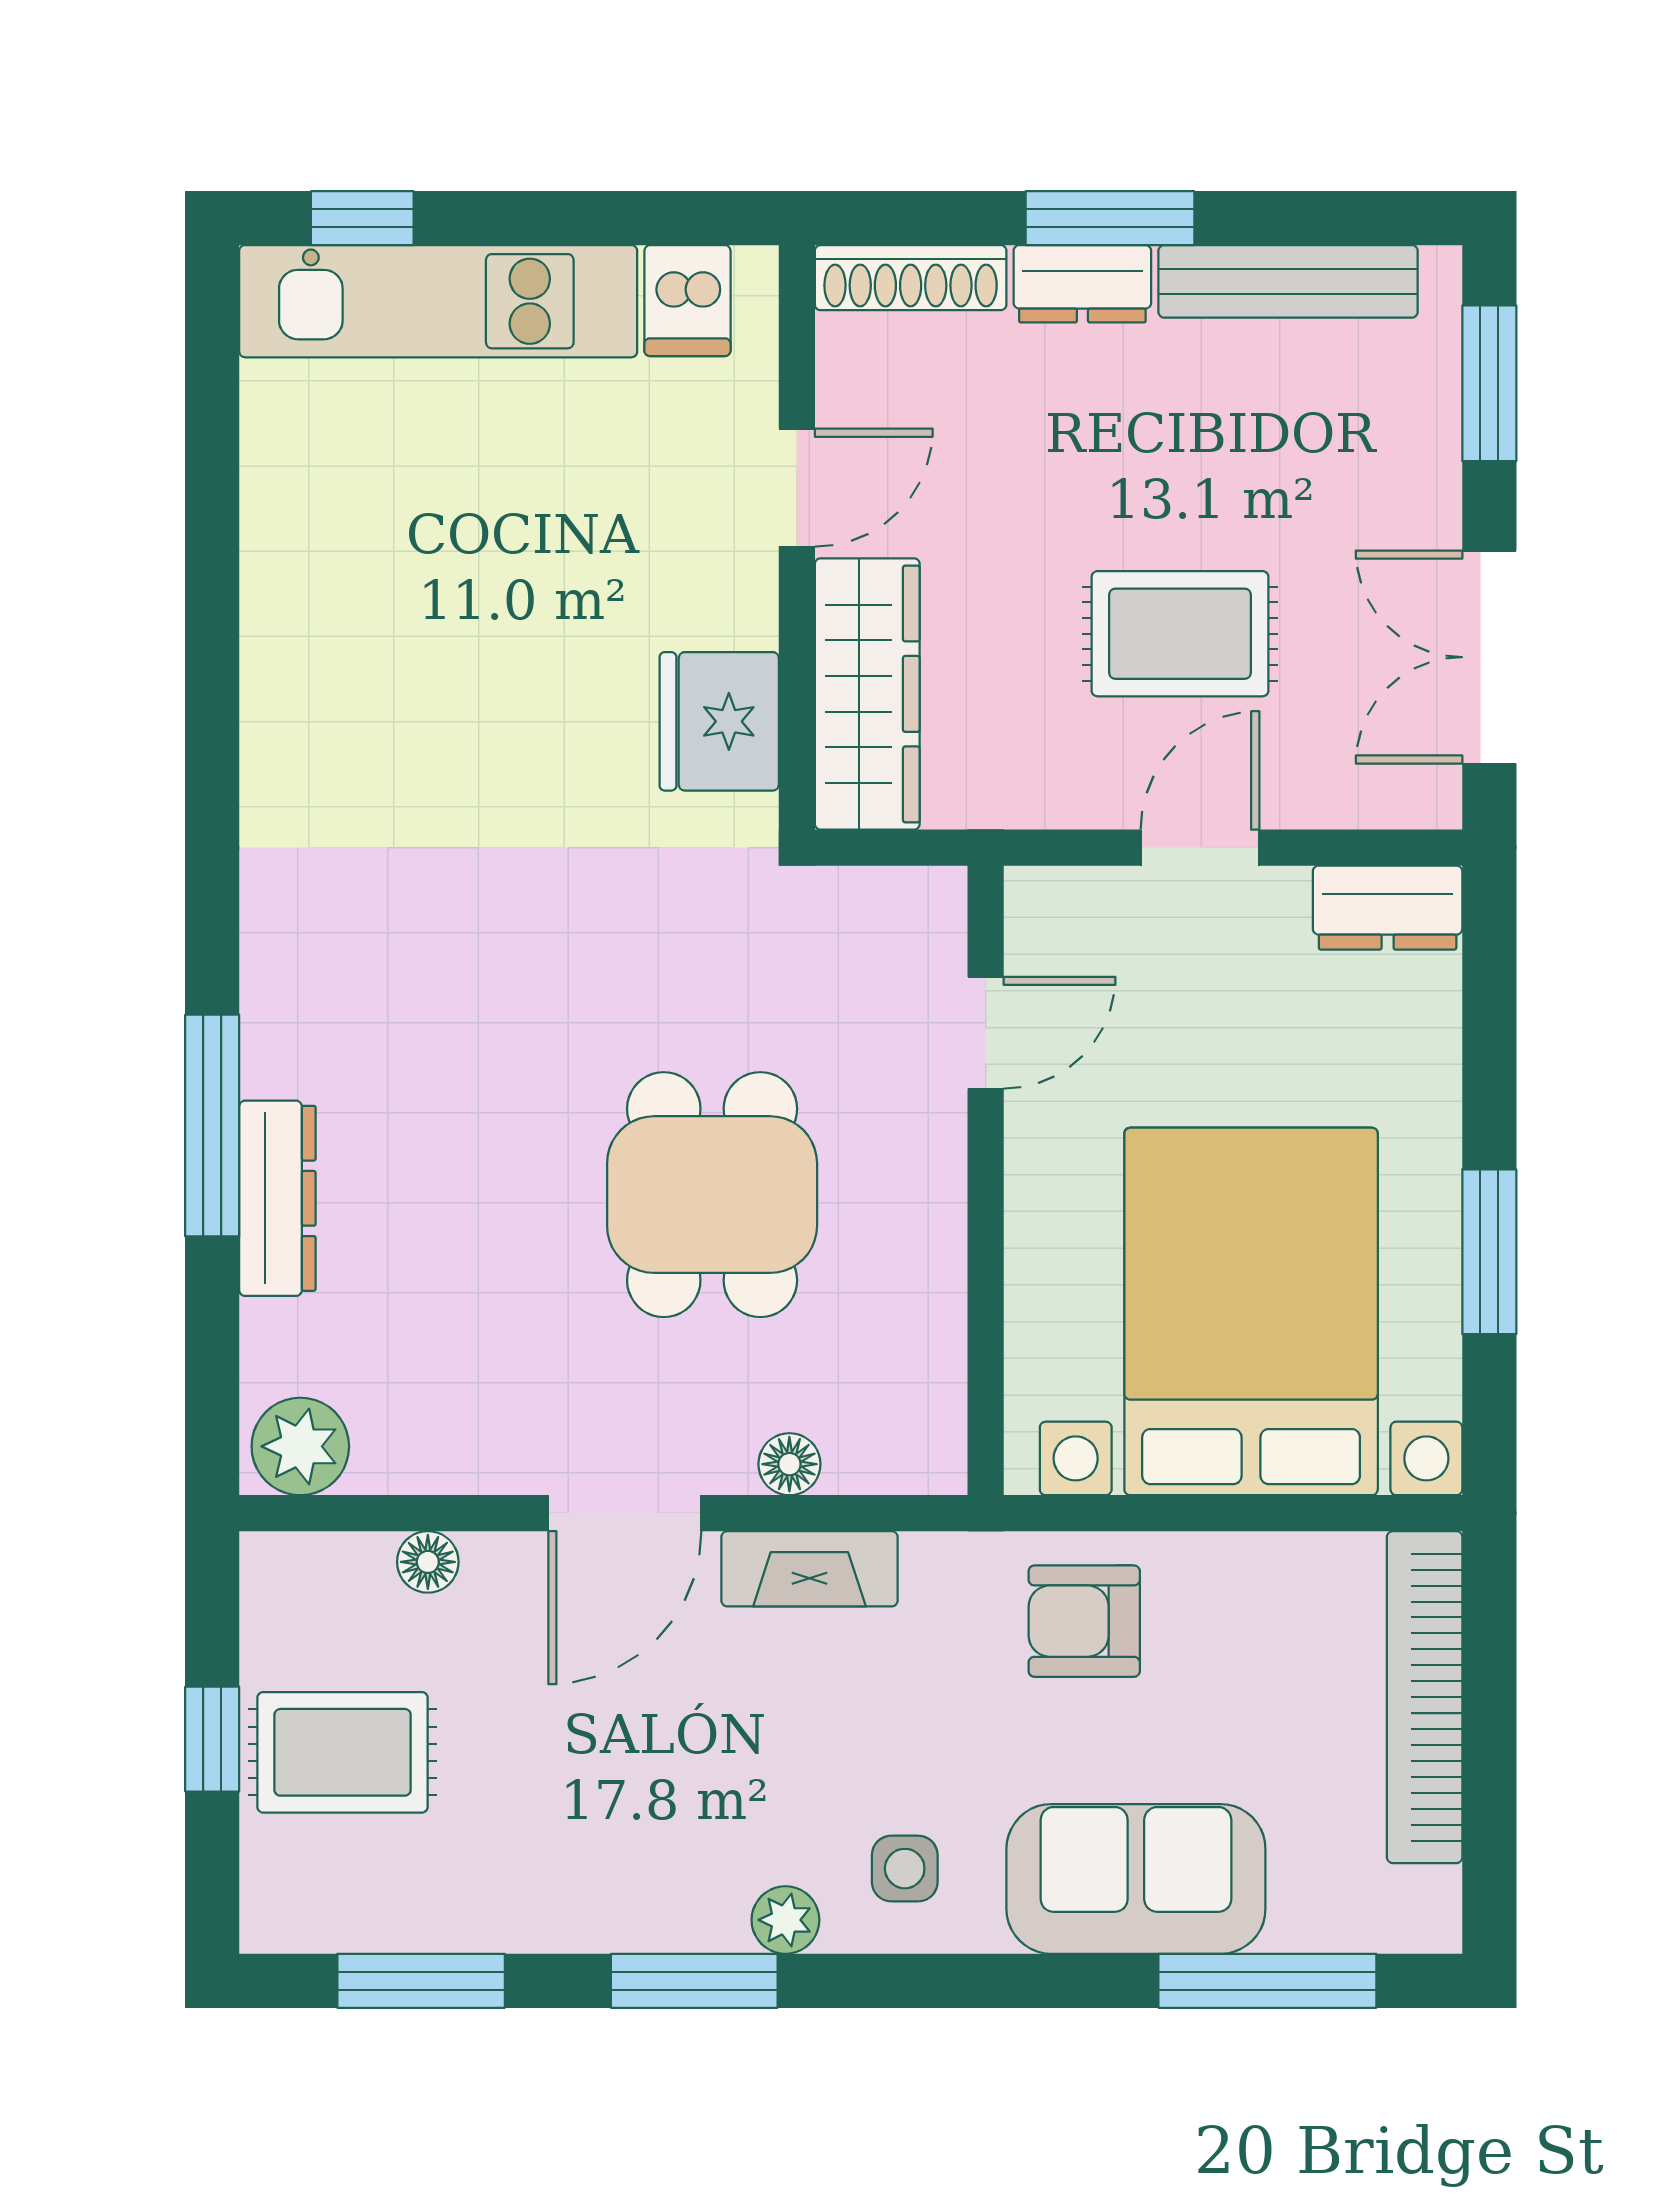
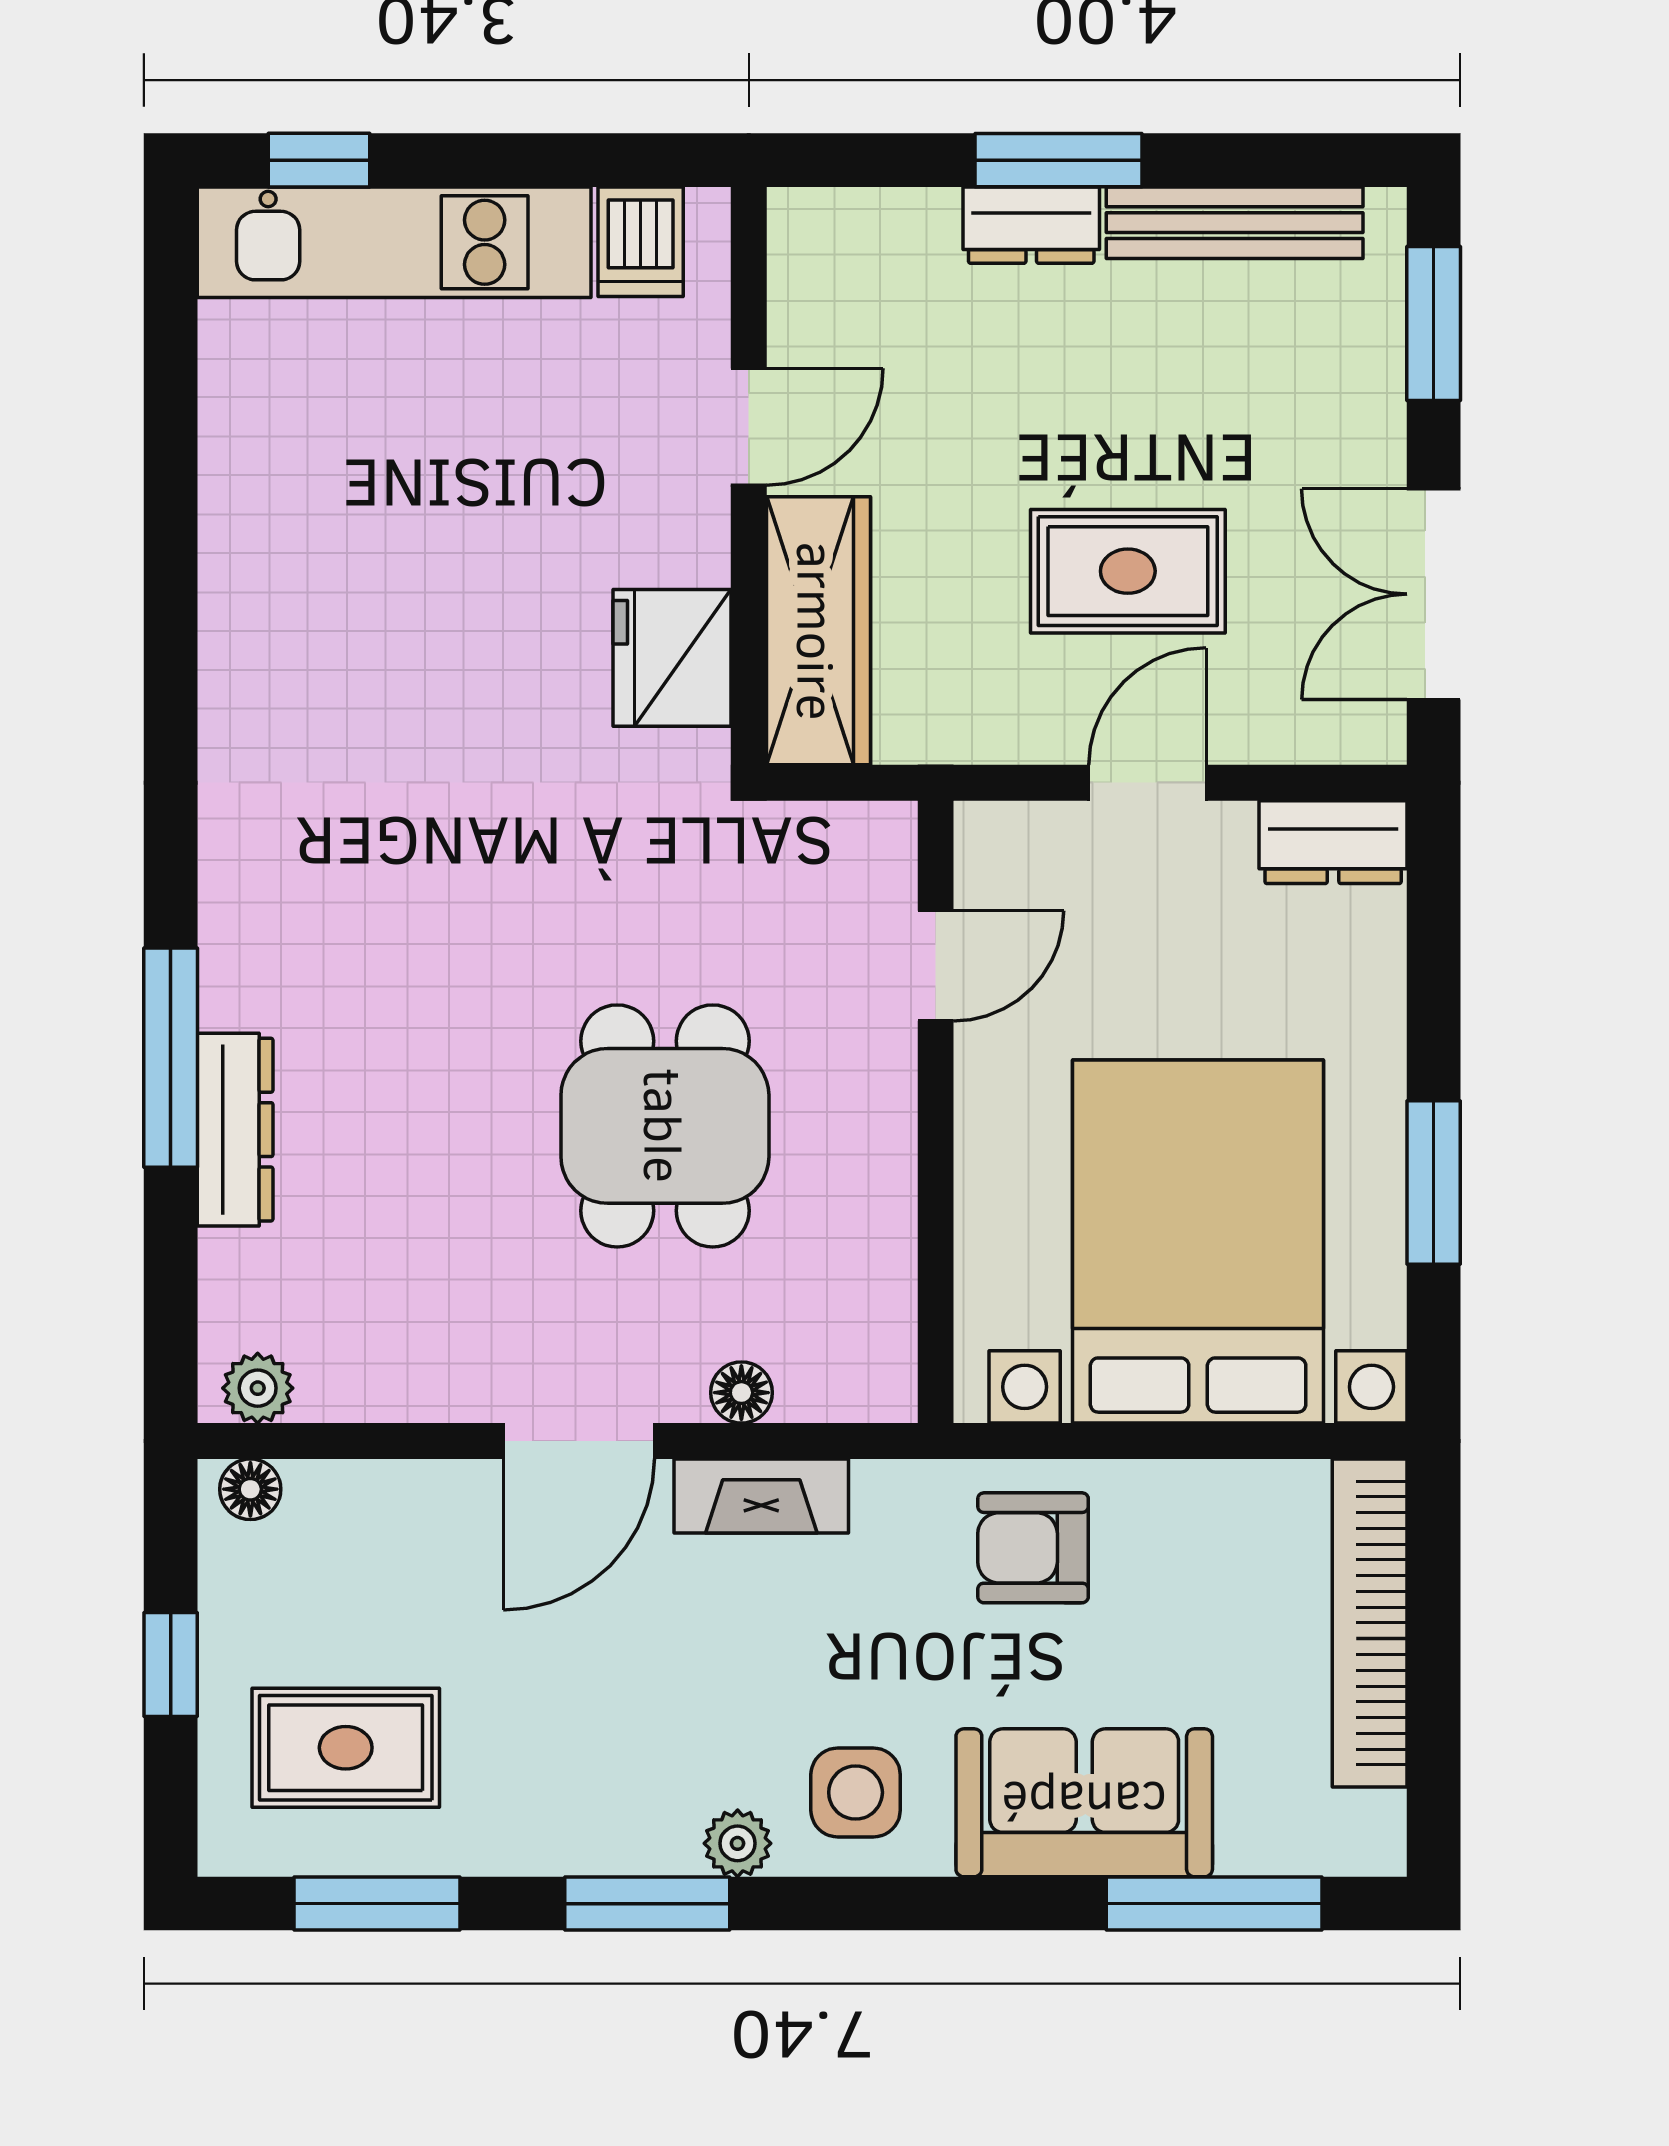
shoe rack: (911, 278) -> (861, 219), removed
plant: (300, 1446) -> (258, 1388), width x0.73, depth x0.73
floor lamp: (428, 1562) -> (250, 1489), moved
rug: (343, 1752) -> (346, 1748), moved
side table: (905, 1869) -> (856, 1792), width x1.37, depth x1.37

